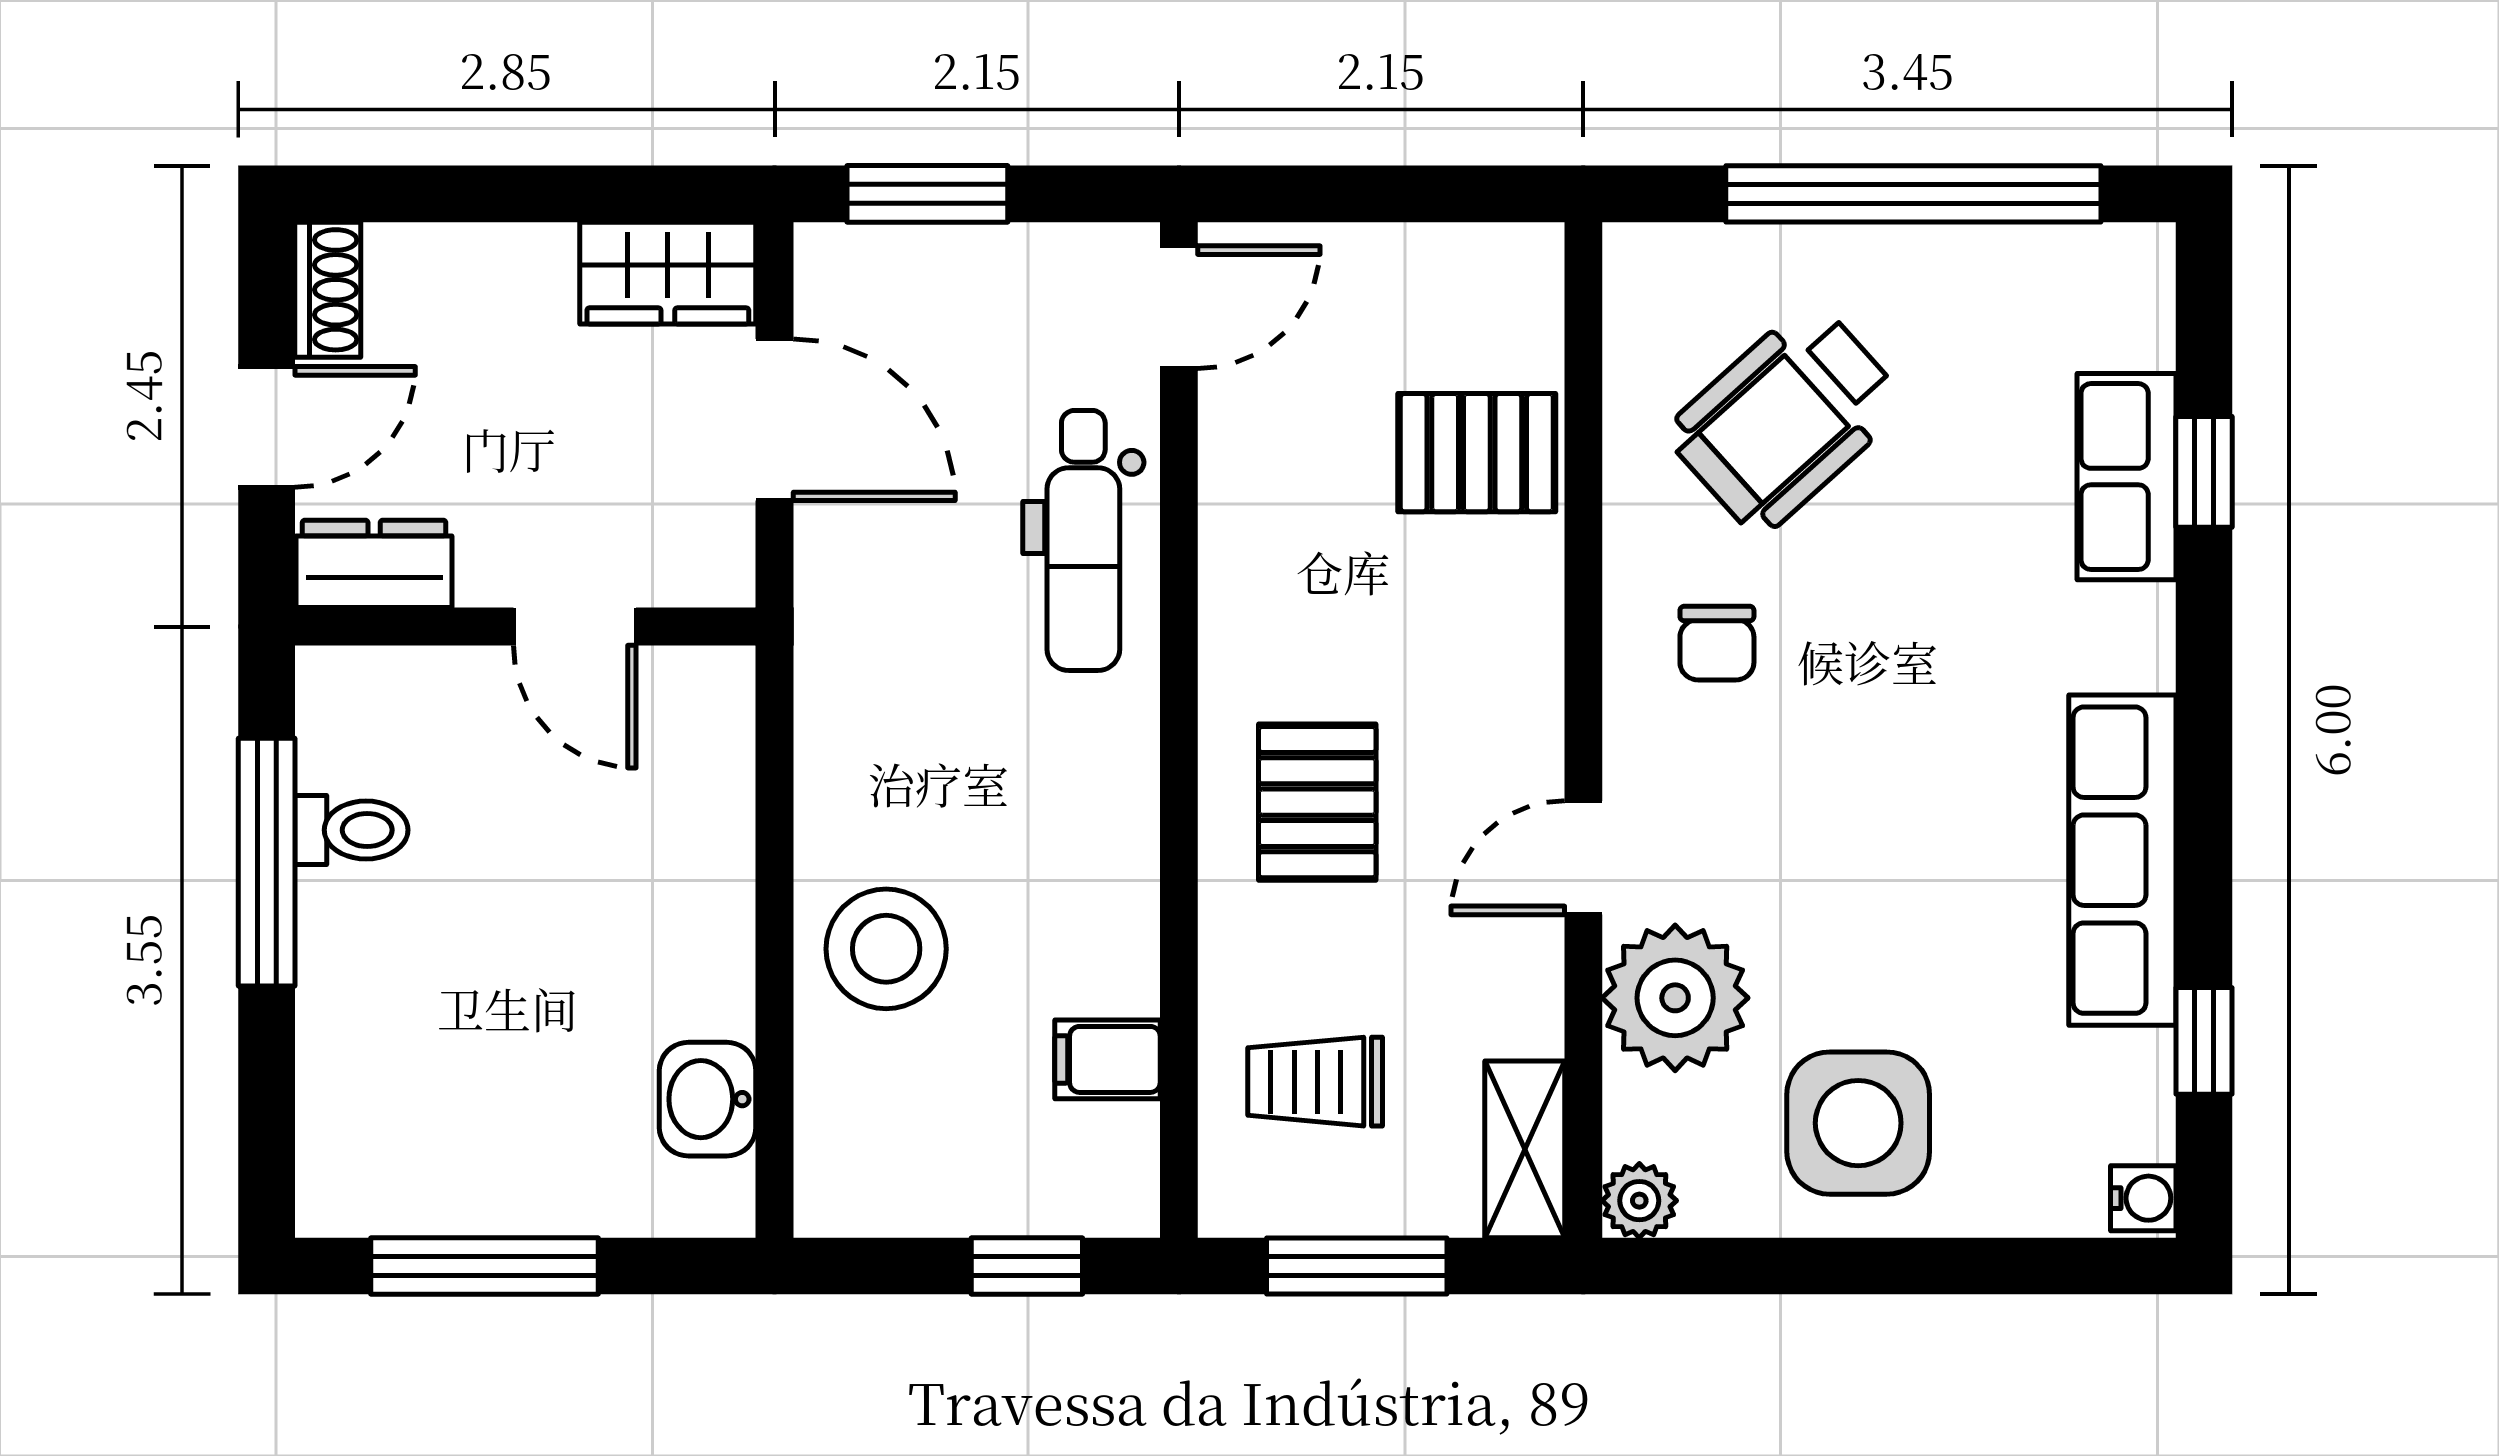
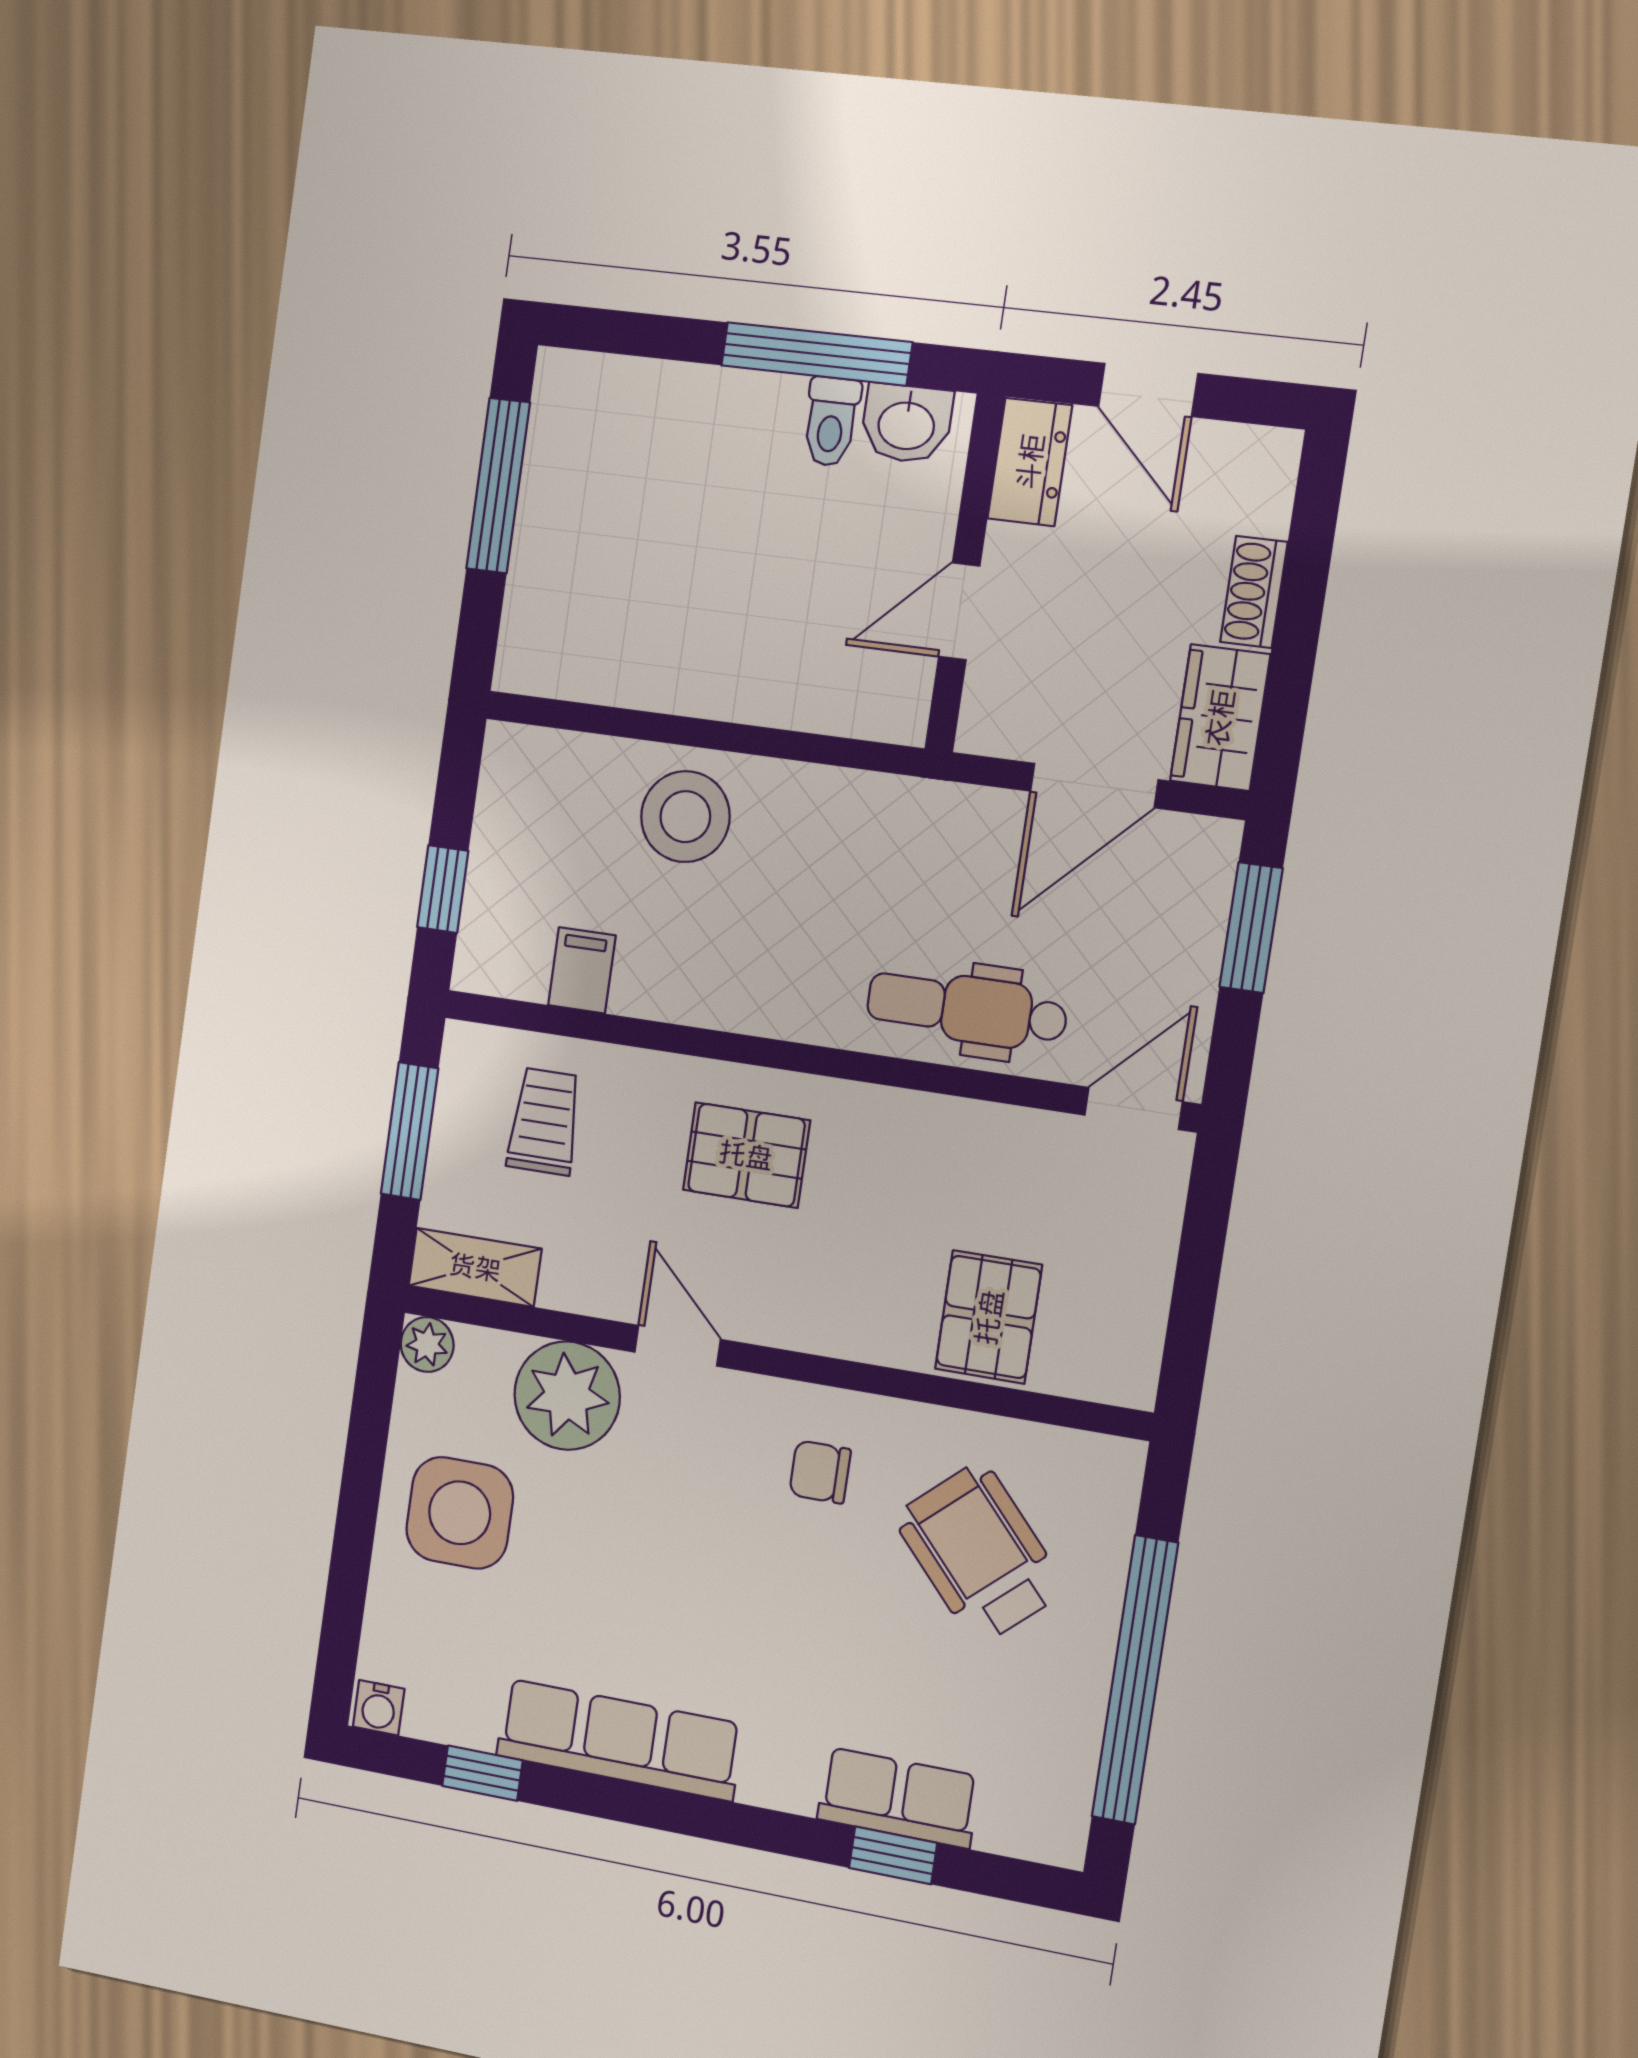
shoe rack: (328, 290) -> (1254, 592), moved, turned 90
door: (1179, 307) -> (1134, 1108), swing flipped
washbasin: (708, 1099) -> (906, 424), moved, turned 180

